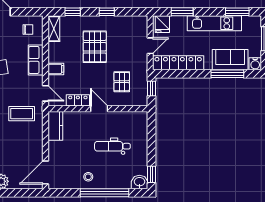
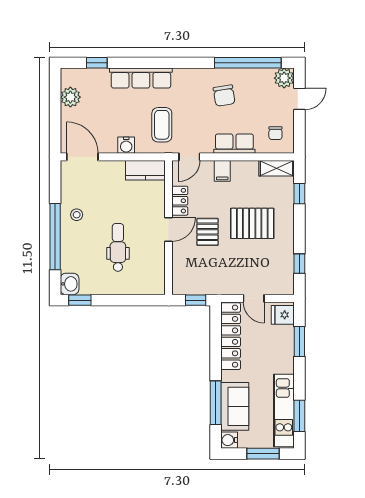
window: (107, 12) -> (299, 264), moved
kitchen unit: (214, 23) -> (284, 411), moved
pallet: (122, 82) -> (207, 232), moved, turned 90
water cooler: (37, 140) -> (126, 145), added

